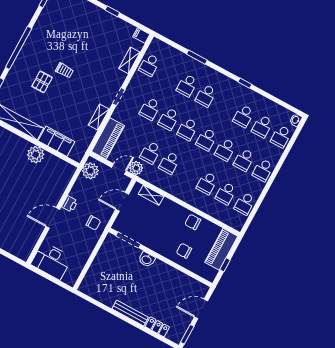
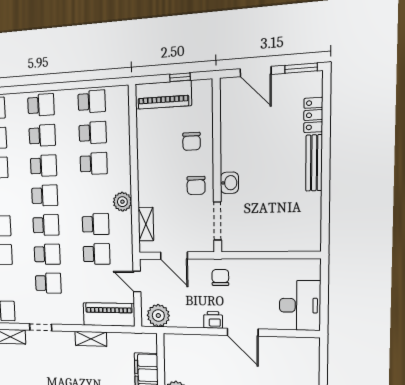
doorway: (119, 97) -> (41, 327), moved
plant: (136, 168) -> (122, 202), moved
chair: (193, 222) -> (196, 185), moved

